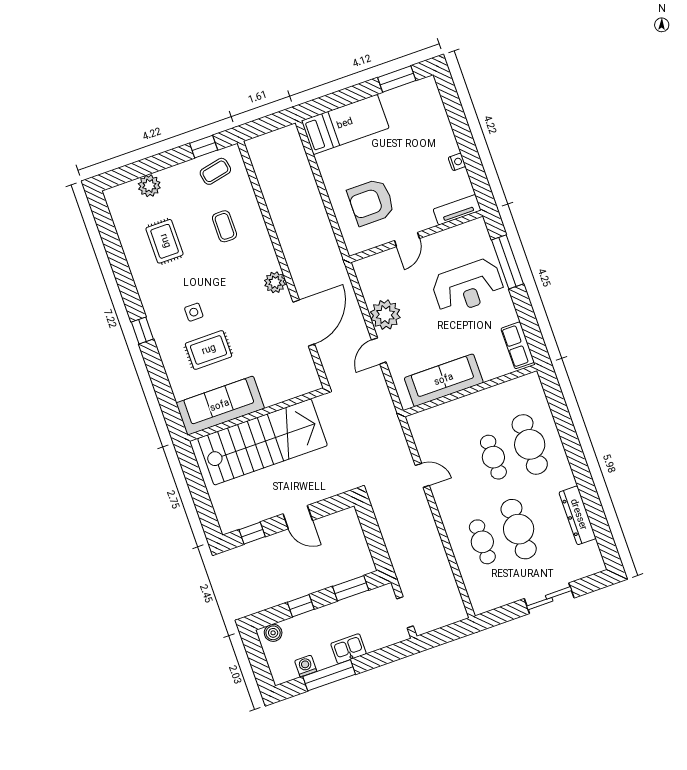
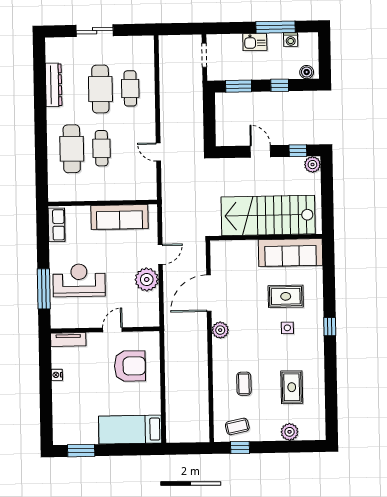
plant: (229, 522) -> (312, 165), added

